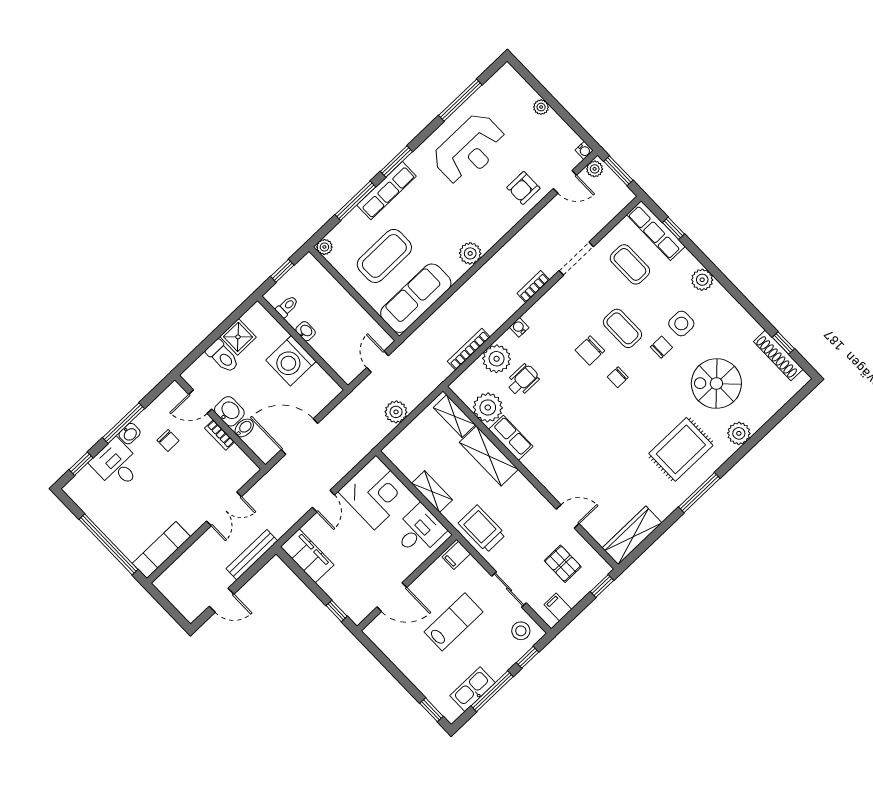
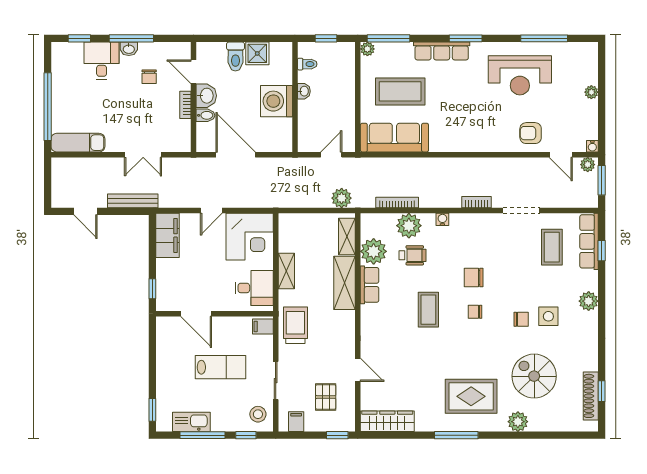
window: (355, 201) -> (389, 38), moved
plant: (470, 253) -> (457, 142), removed
coffee table: (622, 328) -> (428, 310), moved
plant: (396, 412) -> (342, 198), moved

